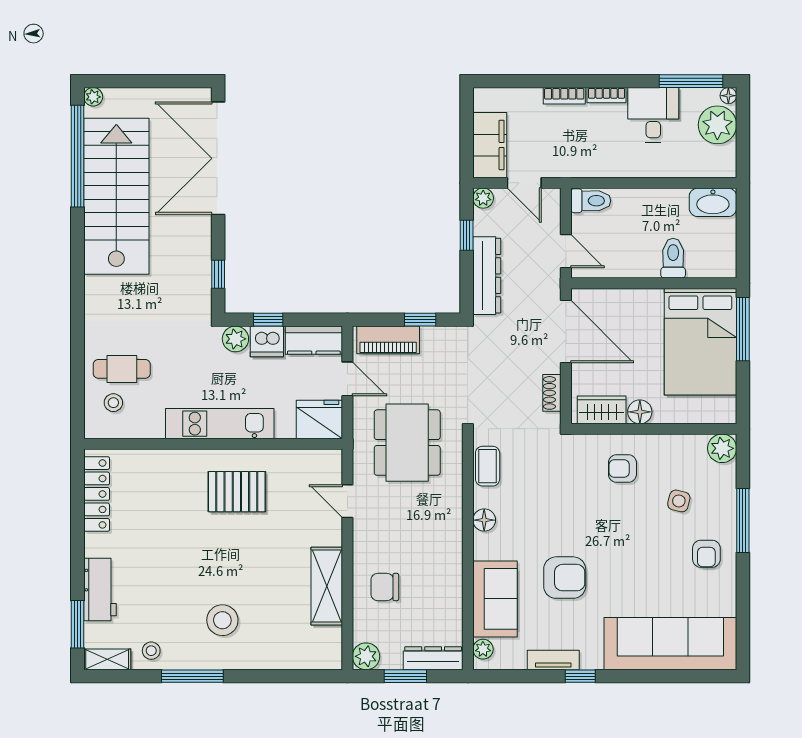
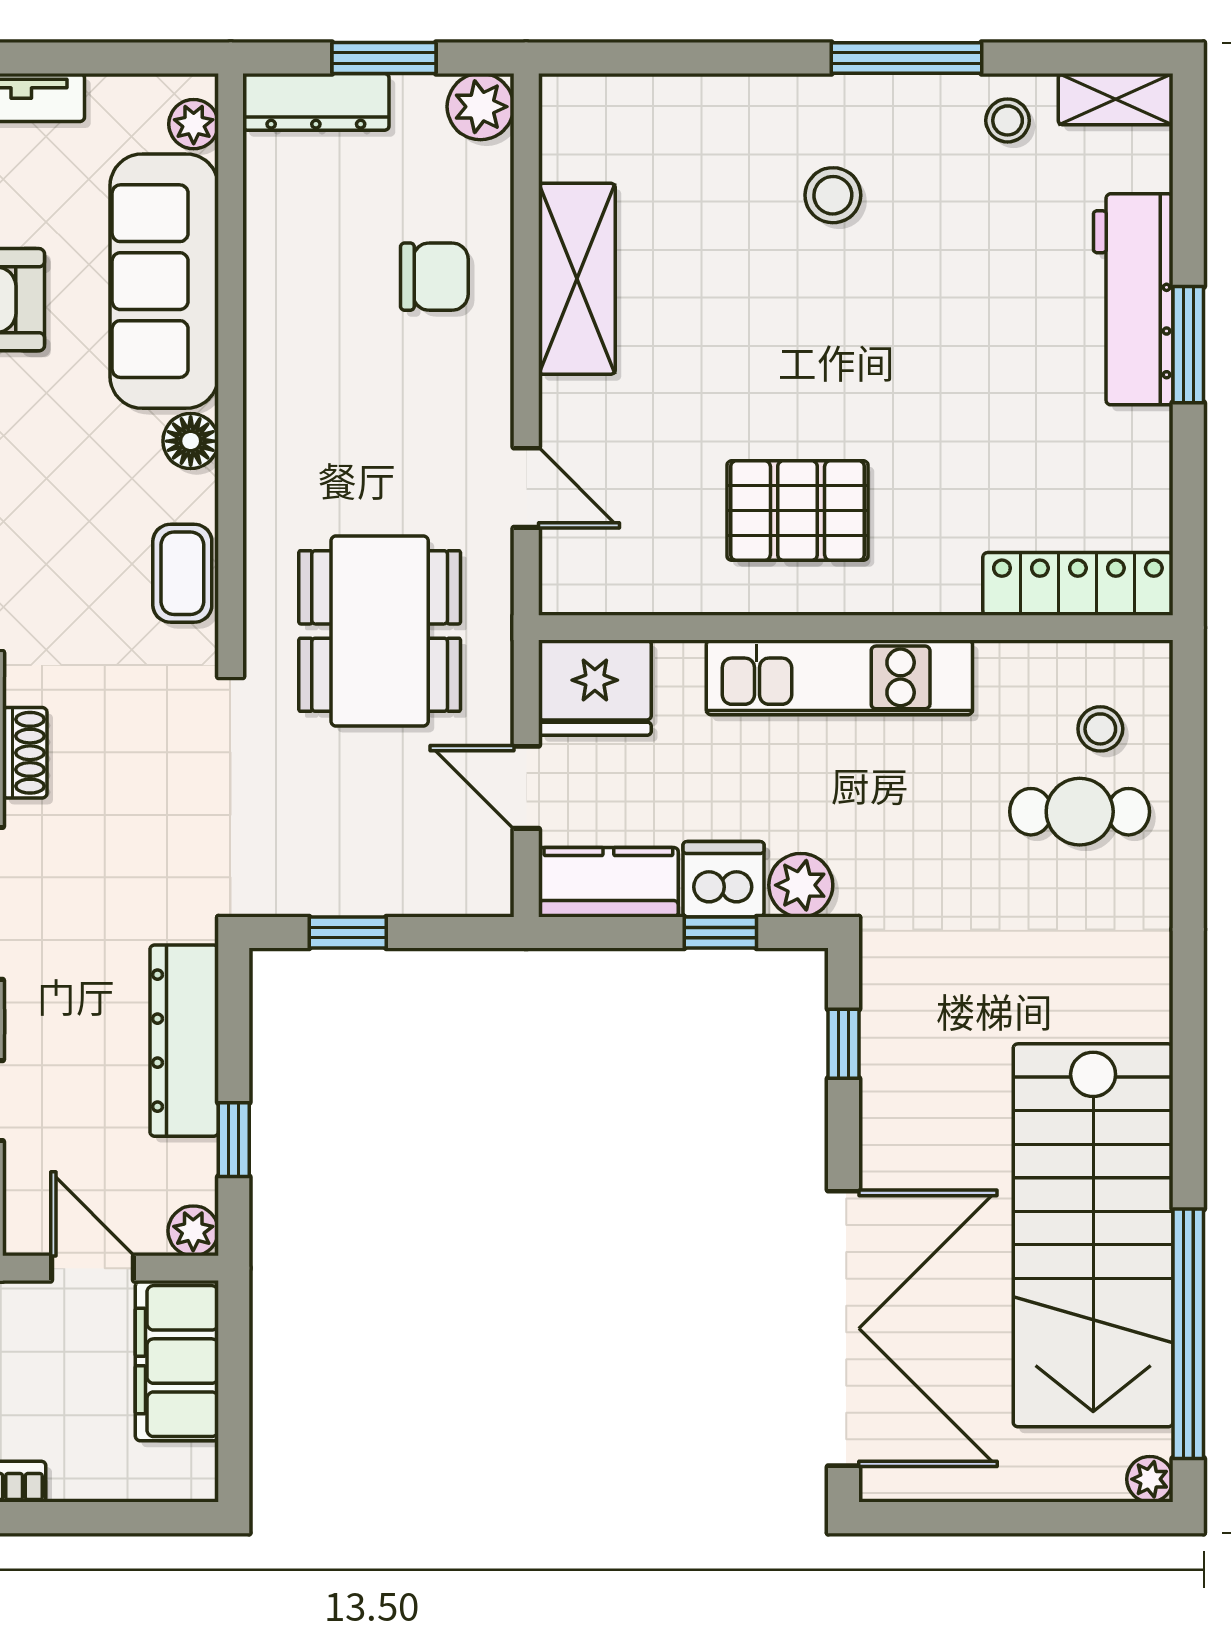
piano: (388, 340) -> (426, 883), removed
locker: (97, 494) -> (1078, 584), moved, turned 90
workbench: (100, 589) -> (1133, 299), width x1.37
sofa: (495, 599) -> (164, 281), width x1.36
stool: (222, 620) -> (833, 195), width x0.73, depth x0.73
window: (78, 624) -> (1188, 345), moved

